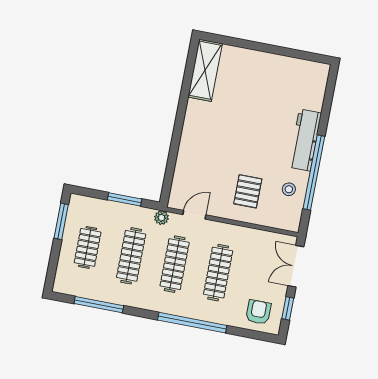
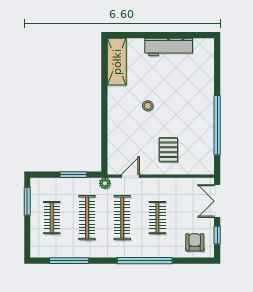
workbench: (305, 140) -> (169, 47), moved, turned -90
stool: (289, 189) -> (148, 106), moved
clothes rail: (218, 273) -> (157, 218), width x0.73

